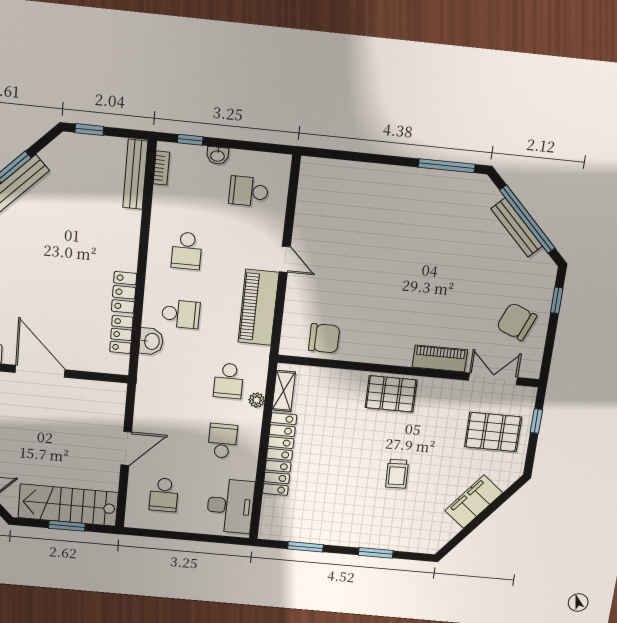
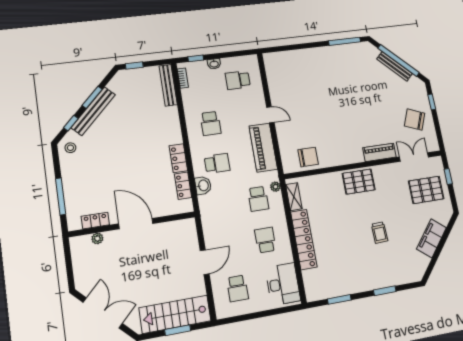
plant: (257, 400) -> (275, 187), moved

